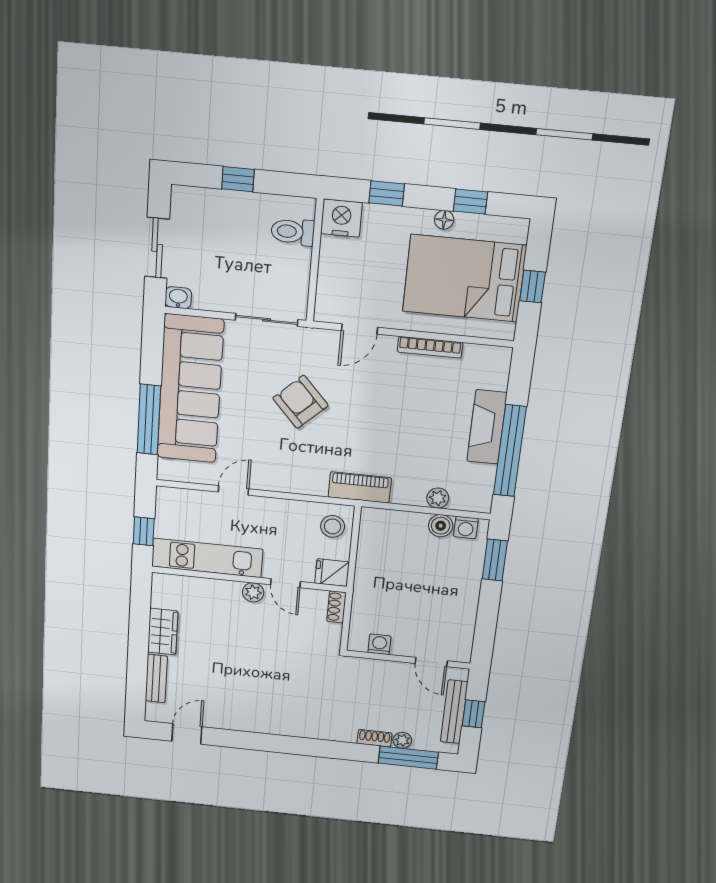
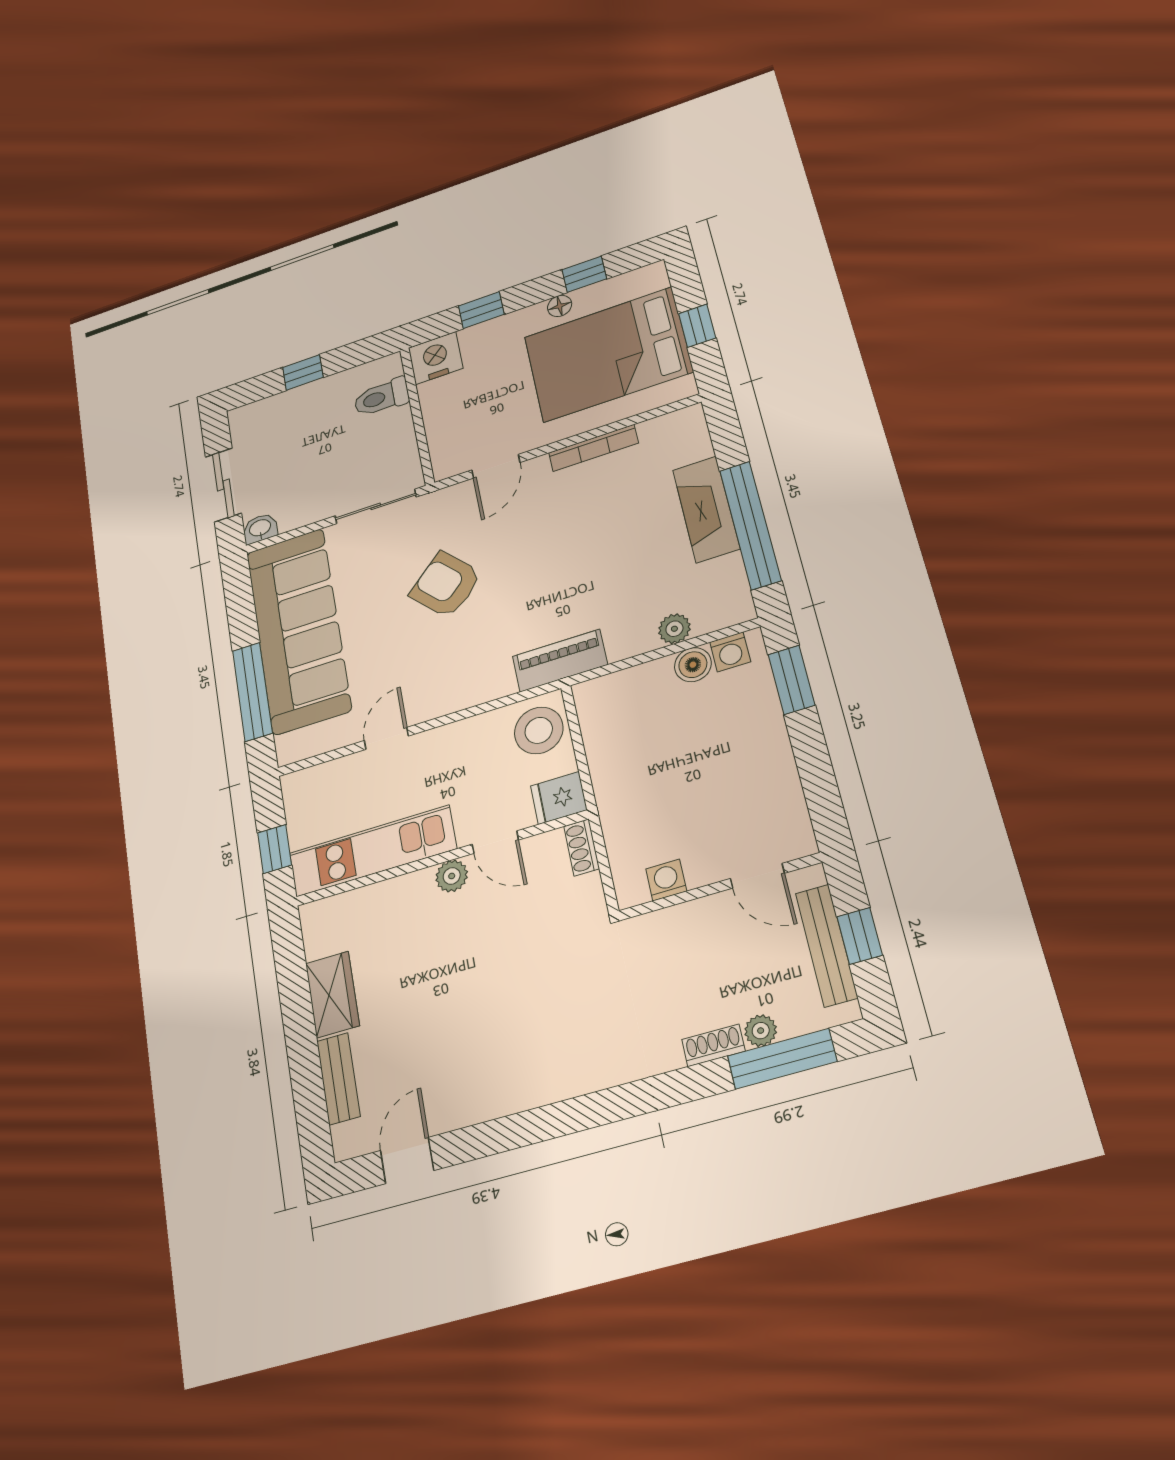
stool: (333, 526) -> (539, 730), width x1.38, depth x1.38

